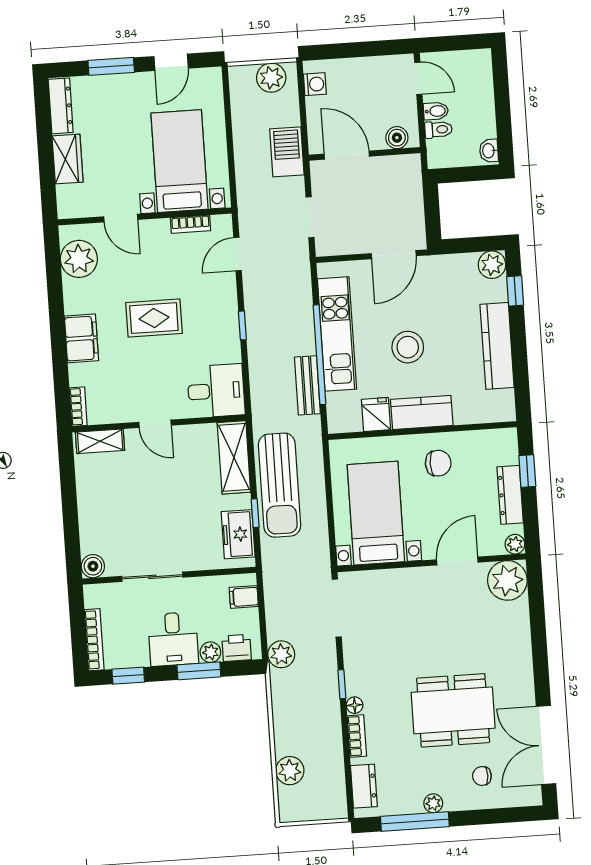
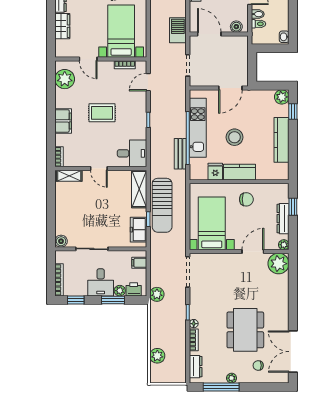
dining table: (453, 710) -> (245, 330), turned 90

